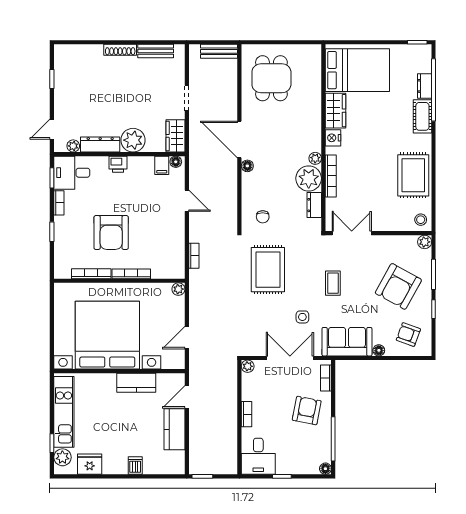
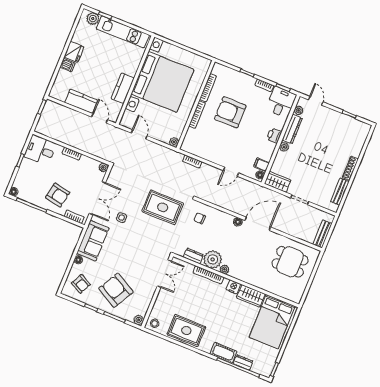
plant: (133, 140) -> (284, 147), width x0.53, depth x0.53
coffee table: (333, 283) -> (136, 247), removed
armchair: (408, 335) -> (81, 284), turned 97
fridge: (90, 464) -> (74, 52), moved

